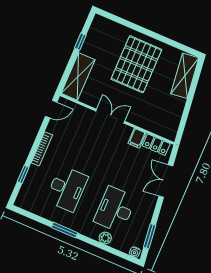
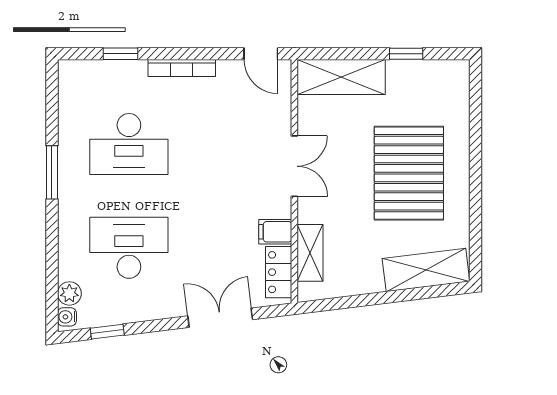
pallet: (136, 64) -> (409, 173), turned 90
shelving: (154, 126) -> (310, 253), added
window: (150, 236) -> (107, 332), width x0.67
plant: (105, 238) -> (69, 293), moved

